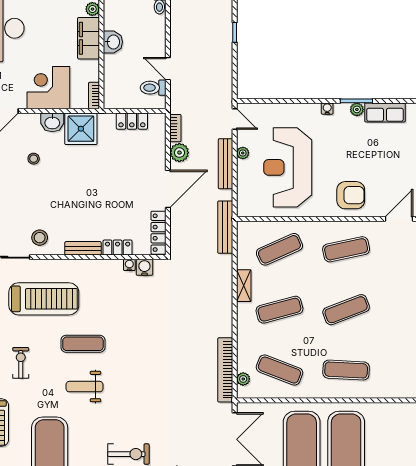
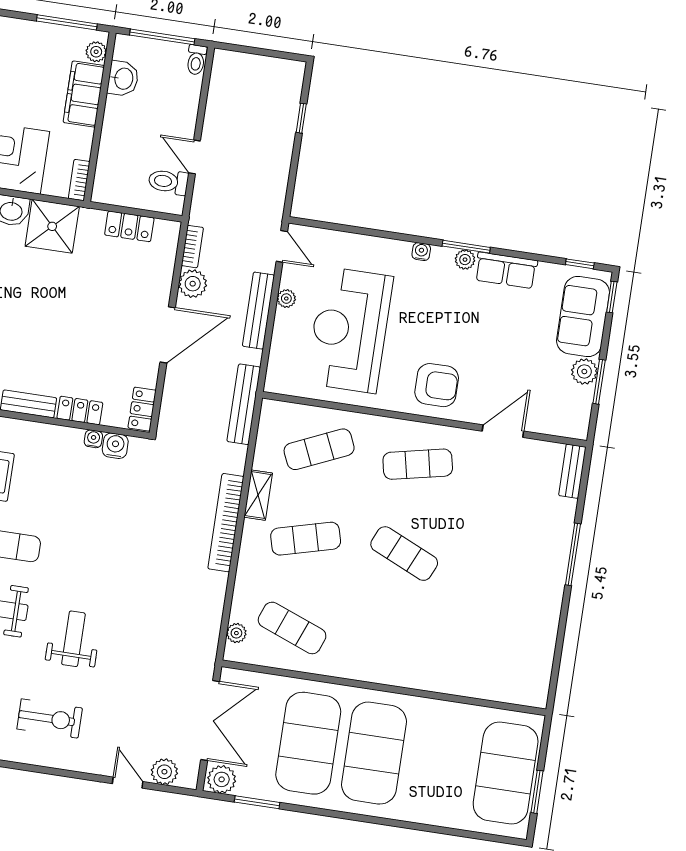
washbasin: (113, 42) -> (123, 79), moved
locker: (159, 233) -> (142, 409), width x0.66
exercise mat: (346, 310) -> (404, 554), turned 45
bookcase: (225, 370) -> (226, 523), moved
exercise mat: (346, 370) -> (391, 643), removed
weight bench: (136, 399) -> (73, 639), added

